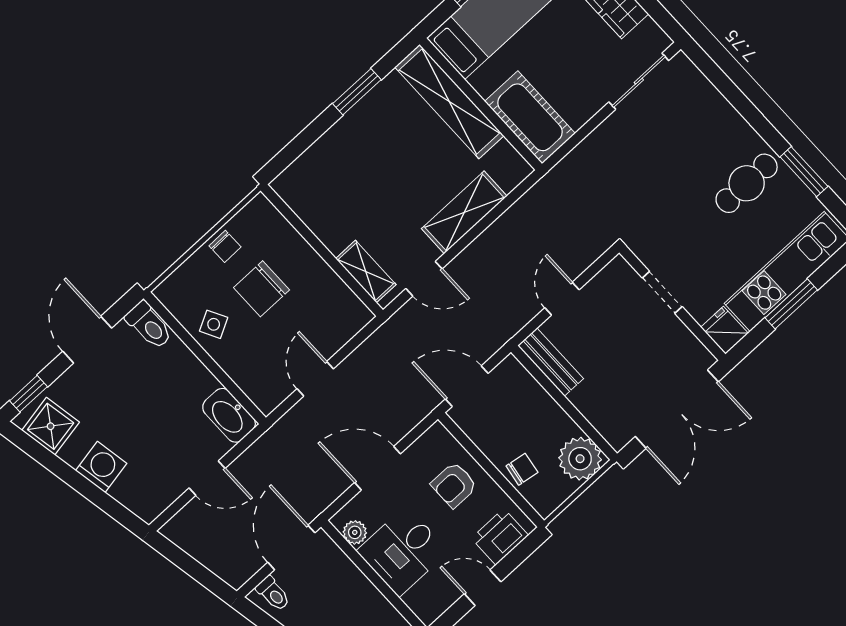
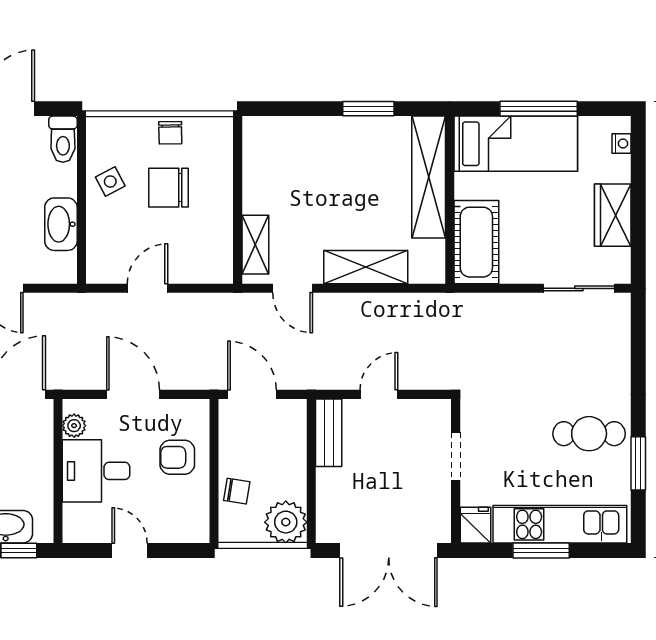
washbasin: (229, 415) -> (61, 224), moved
printer: (500, 537) -> (176, 525), removed

